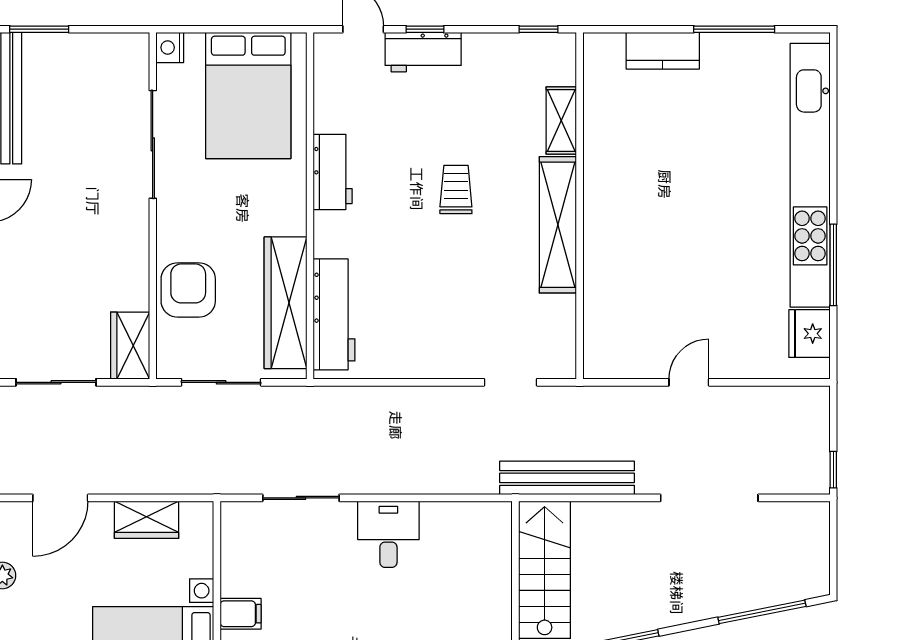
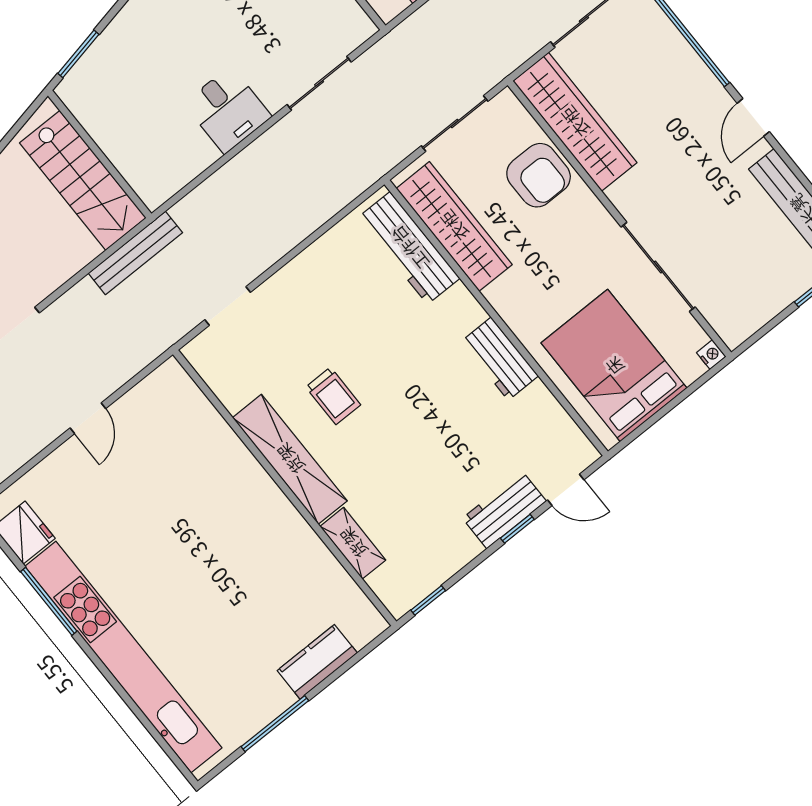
nightstand: (170, 48) -> (711, 355), width x0.72, depth x0.74
trolley: (456, 190) -> (333, 396), moved
wardrobe: (130, 346) -> (575, 122), width x2.10, depth x1.17
bench: (567, 478) -> (135, 253), width x0.73, depth x0.82

